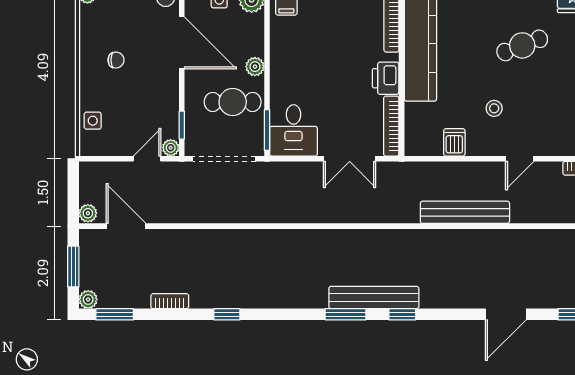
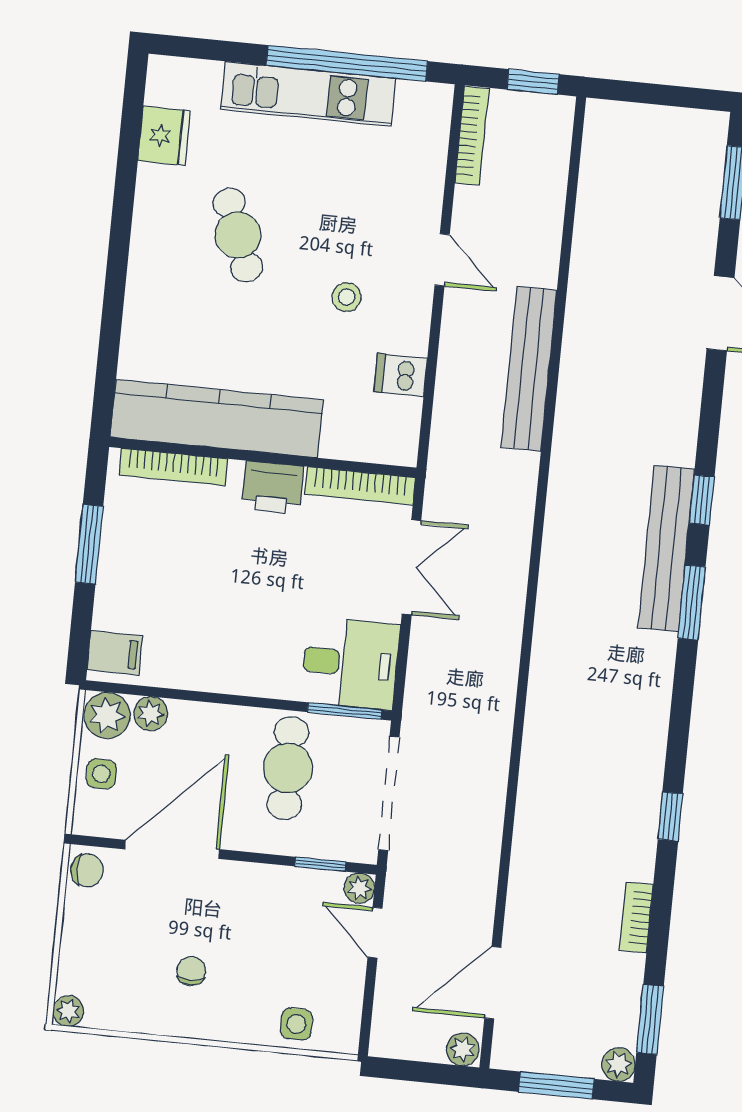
plant: (255, 67) -> (151, 714), moved

